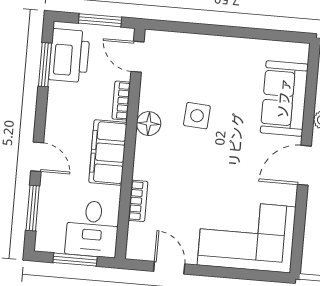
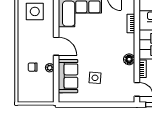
side table: (197, 116) -> (95, 78), moved
door: (304, 165) -> (56, 46), hinge flipped

